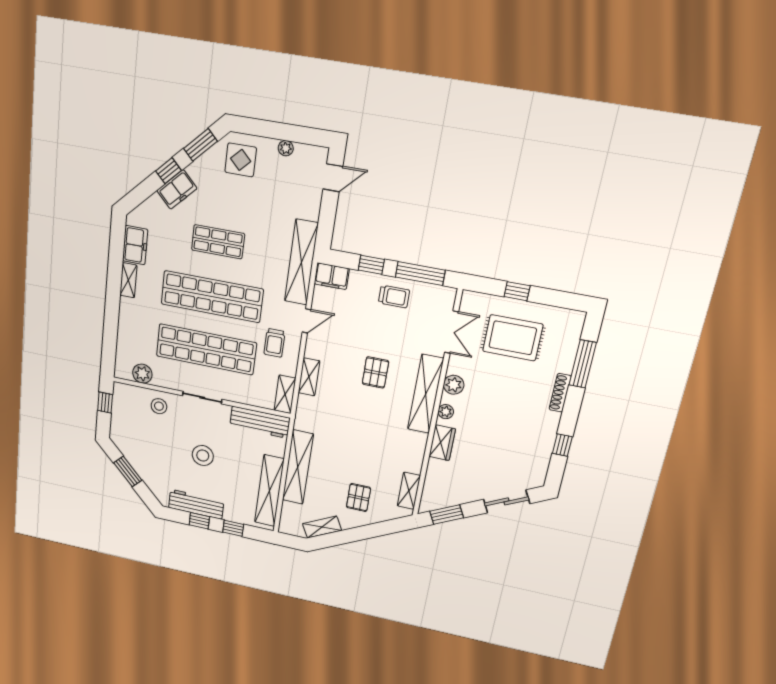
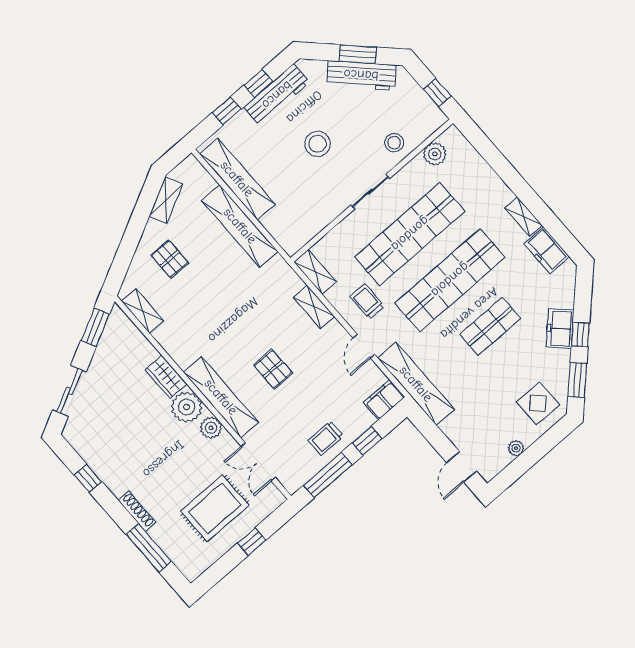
plant: (446, 412) -> (187, 407), width x1.87, depth x1.87
workbench: (260, 422) -> (361, 75), moved, turned -135

